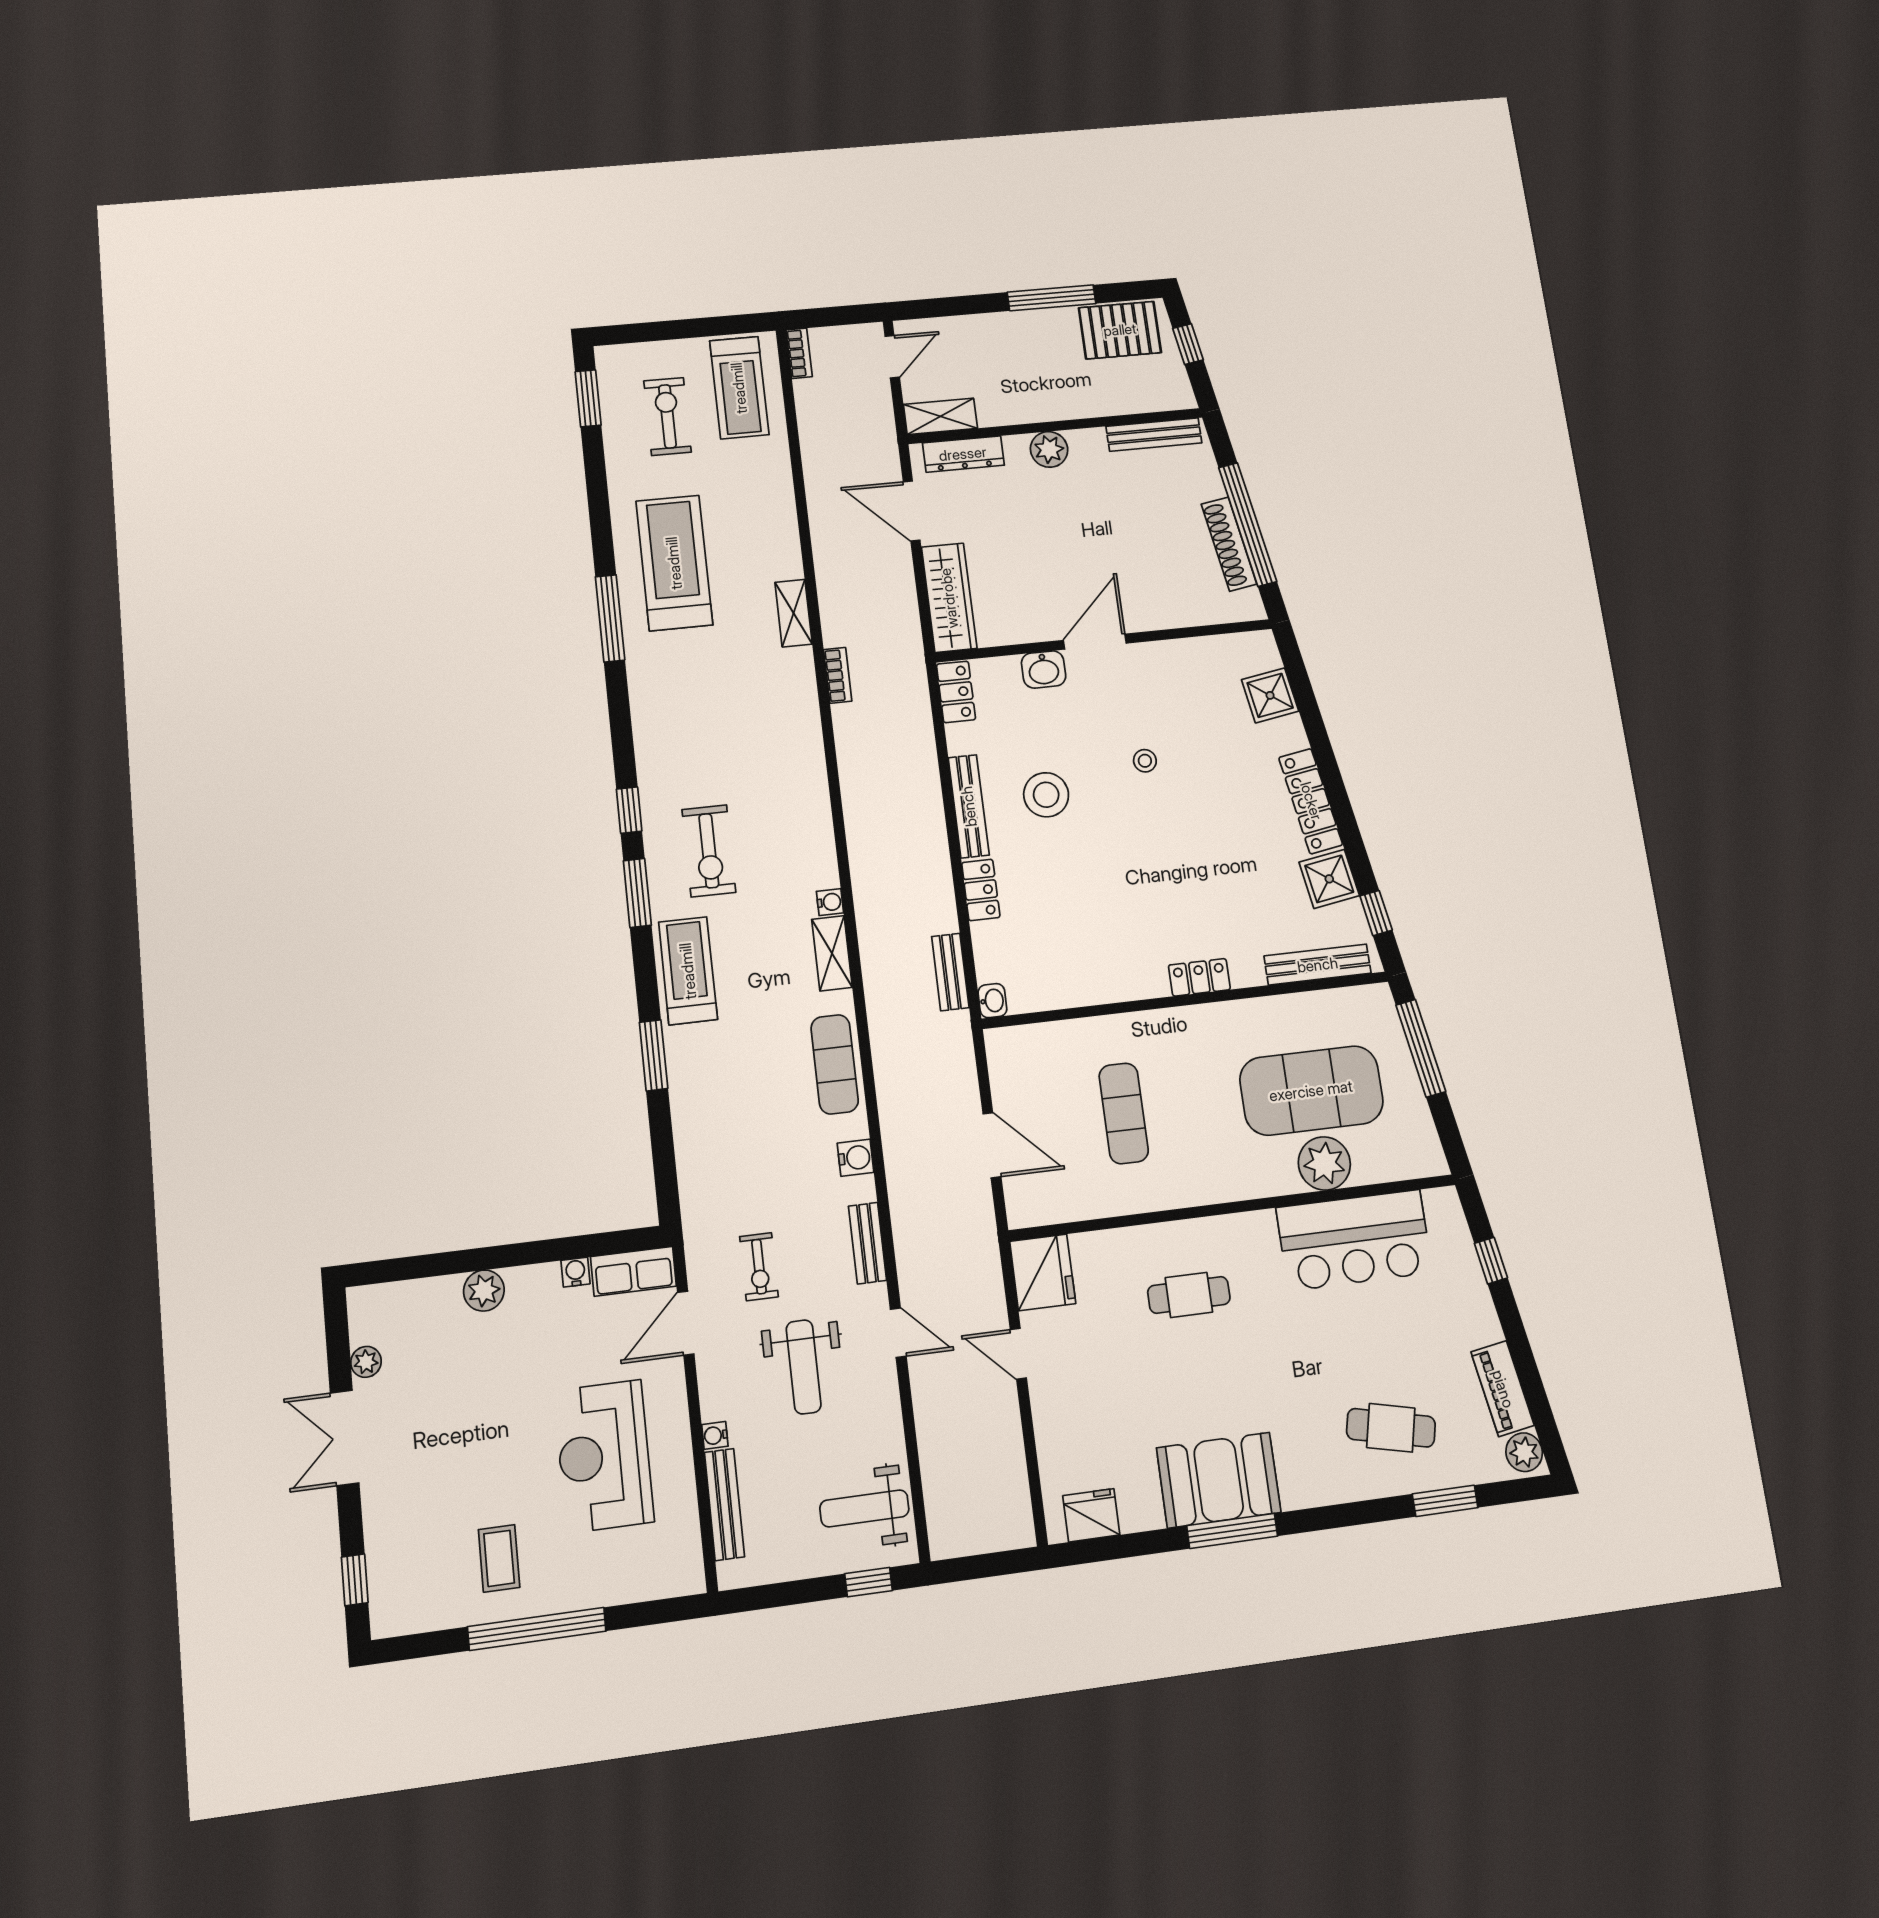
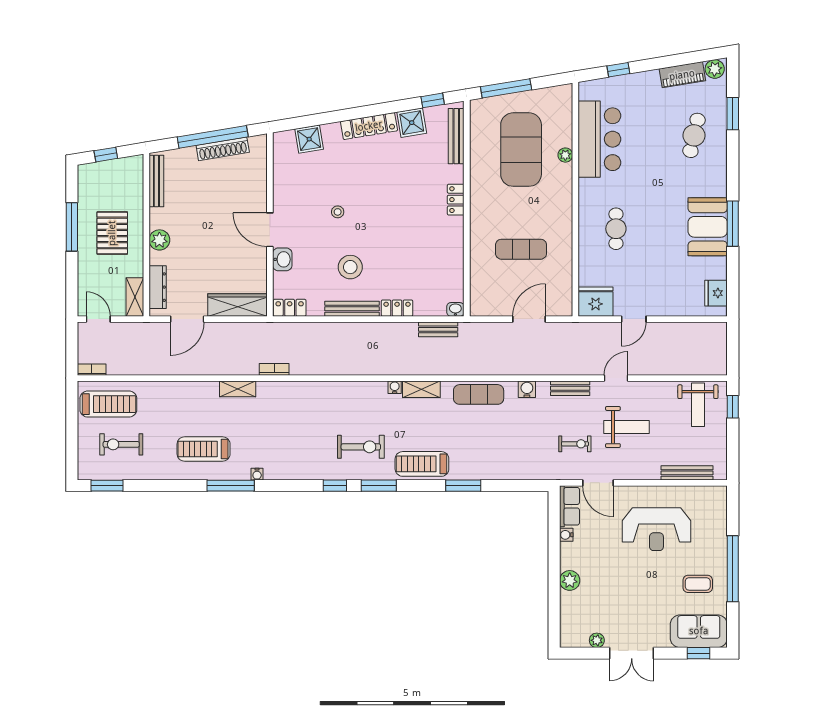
pallet: (1120, 330) -> (112, 233), moved
treadmill: (674, 563) -> (204, 449), width x0.73, depth x0.73
plant: (1324, 1163) -> (565, 155), width x0.53, depth x0.53
water cooler: (715, 1435) -> (257, 474), moved
sofa: (401, 1574) -> (699, 631), added

